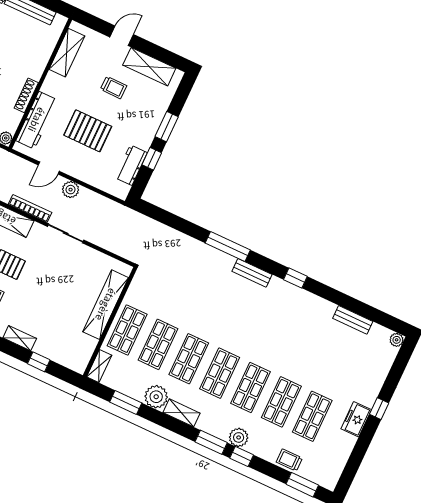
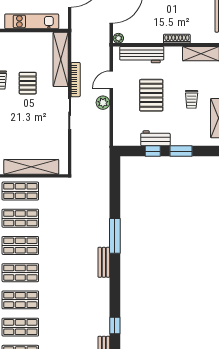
shoe rack: (26, 95) -> (177, 39), moved
workbench: (131, 165) -> (155, 138), moved
door: (49, 168) -> (111, 80), hinge flipped
window: (295, 278) -> (115, 326), moved

